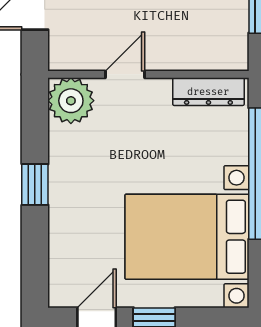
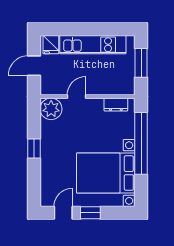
dresser: (208, 92) -> (116, 105), width x0.70

